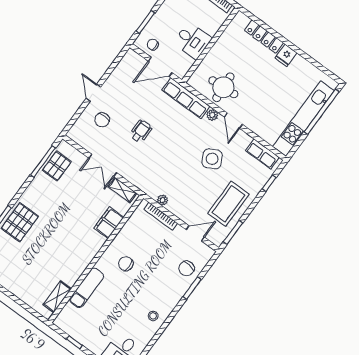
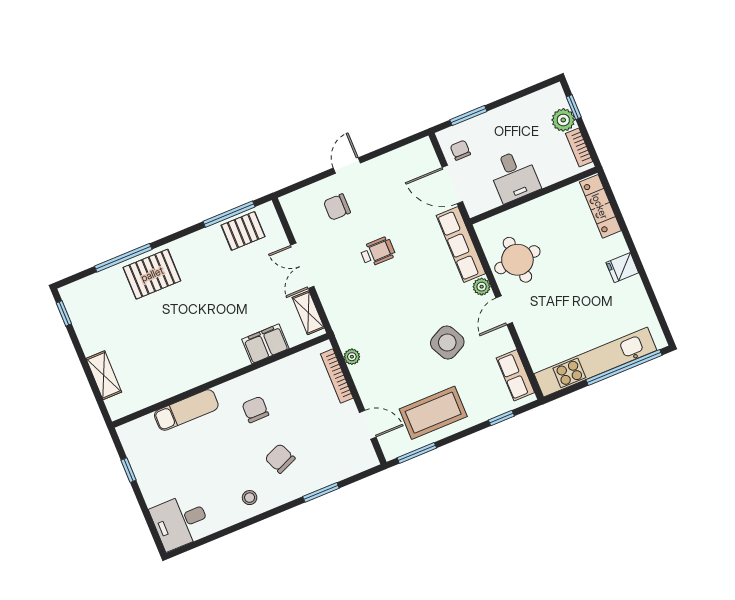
locker: (264, 37) -> (600, 206), moved
chair: (186, 268) -> (280, 458), moved, turned 60
shelving: (57, 297) -> (104, 375), moved, turned 90

